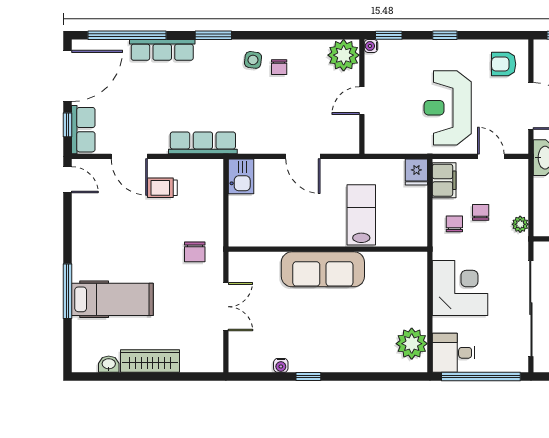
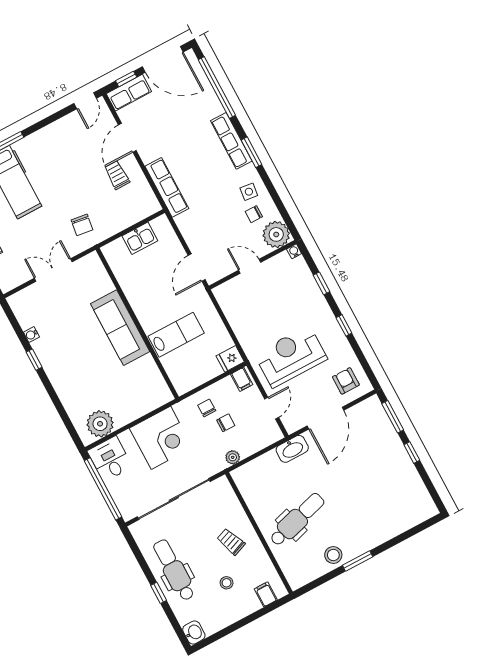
water cooler: (371, 46) -> (294, 251), moved
row of seats: (162, 50) -> (231, 141), moved
plant: (344, 55) -> (276, 234), moved
wall: (362, 97) -> (253, 265), moved
door: (362, 101) -> (250, 266), moved
kitchen sink: (241, 176) -> (140, 238), moved
filing cabinet: (444, 180) -> (242, 379), width x0.50
chair: (454, 224) -> (207, 408), turned -90
chair: (195, 252) -> (82, 225), turned -82
double door: (226, 307) -> (53, 270), swing flipped

